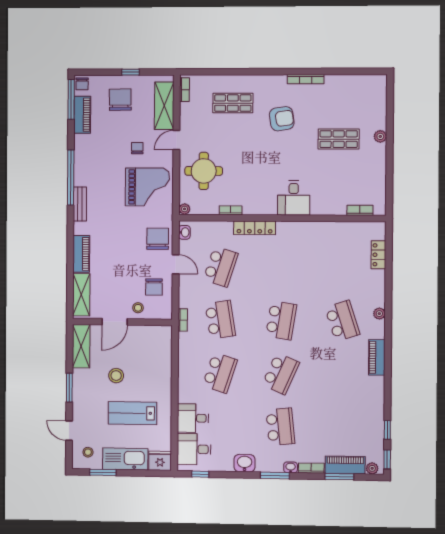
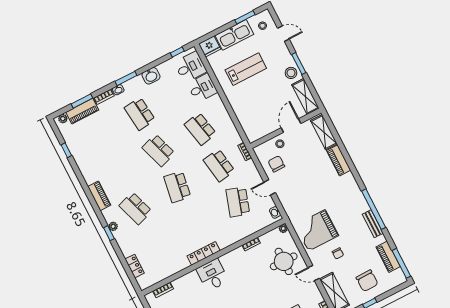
chair: (82, 84) -> (399, 278), removed
door: (176, 140) -> (314, 273), swing flipped
bench: (80, 204) -> (373, 224), moved
locker: (255, 228) -> (204, 253), moved
chair: (158, 239) -> (291, 198), removed
school desk: (220, 373) -> (200, 129), turned -30
school desk: (281, 374) -> (158, 150), turned -42
stool: (116, 376) -> (291, 73), moved
window: (387, 459) -> (109, 233), moved

